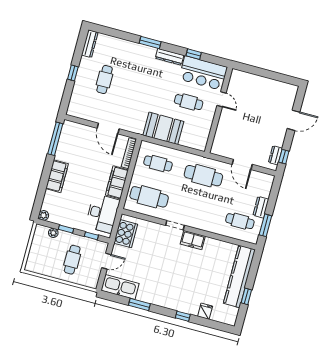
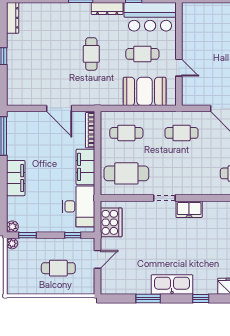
cafe table: (105, 79) -> (91, 54), moved
door: (221, 99) -> (179, 68), moved
booth: (163, 128) -> (145, 91), moved
cafe table: (203, 176) -> (182, 133), width x0.73, depth x0.74
window: (66, 229) -> (28, 235), moved
plant: (53, 233) -> (12, 243), moved
cafe table: (72, 260) -> (58, 268), turned 90
kitchen sink: (120, 287) -> (172, 285), moved

